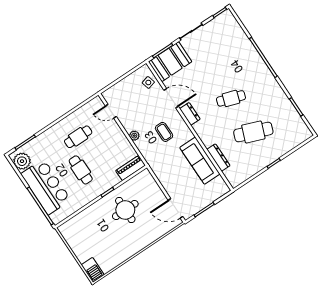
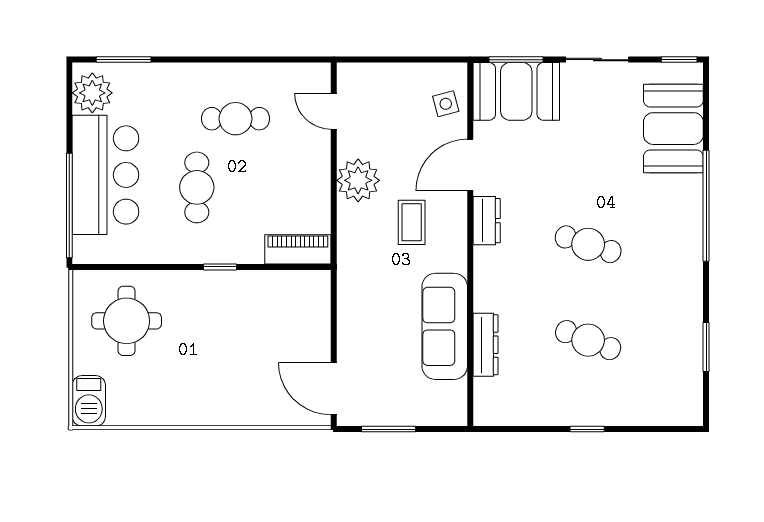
booth: (234, 38) -> (673, 129), added
door: (171, 98) -> (470, 165), swing flipped
cafe table: (253, 132) -> (588, 340), width x0.73, depth x0.74
plant: (134, 136) -> (358, 180), width x1.88, depth x1.88
round table: (125, 210) -> (127, 321), moved

